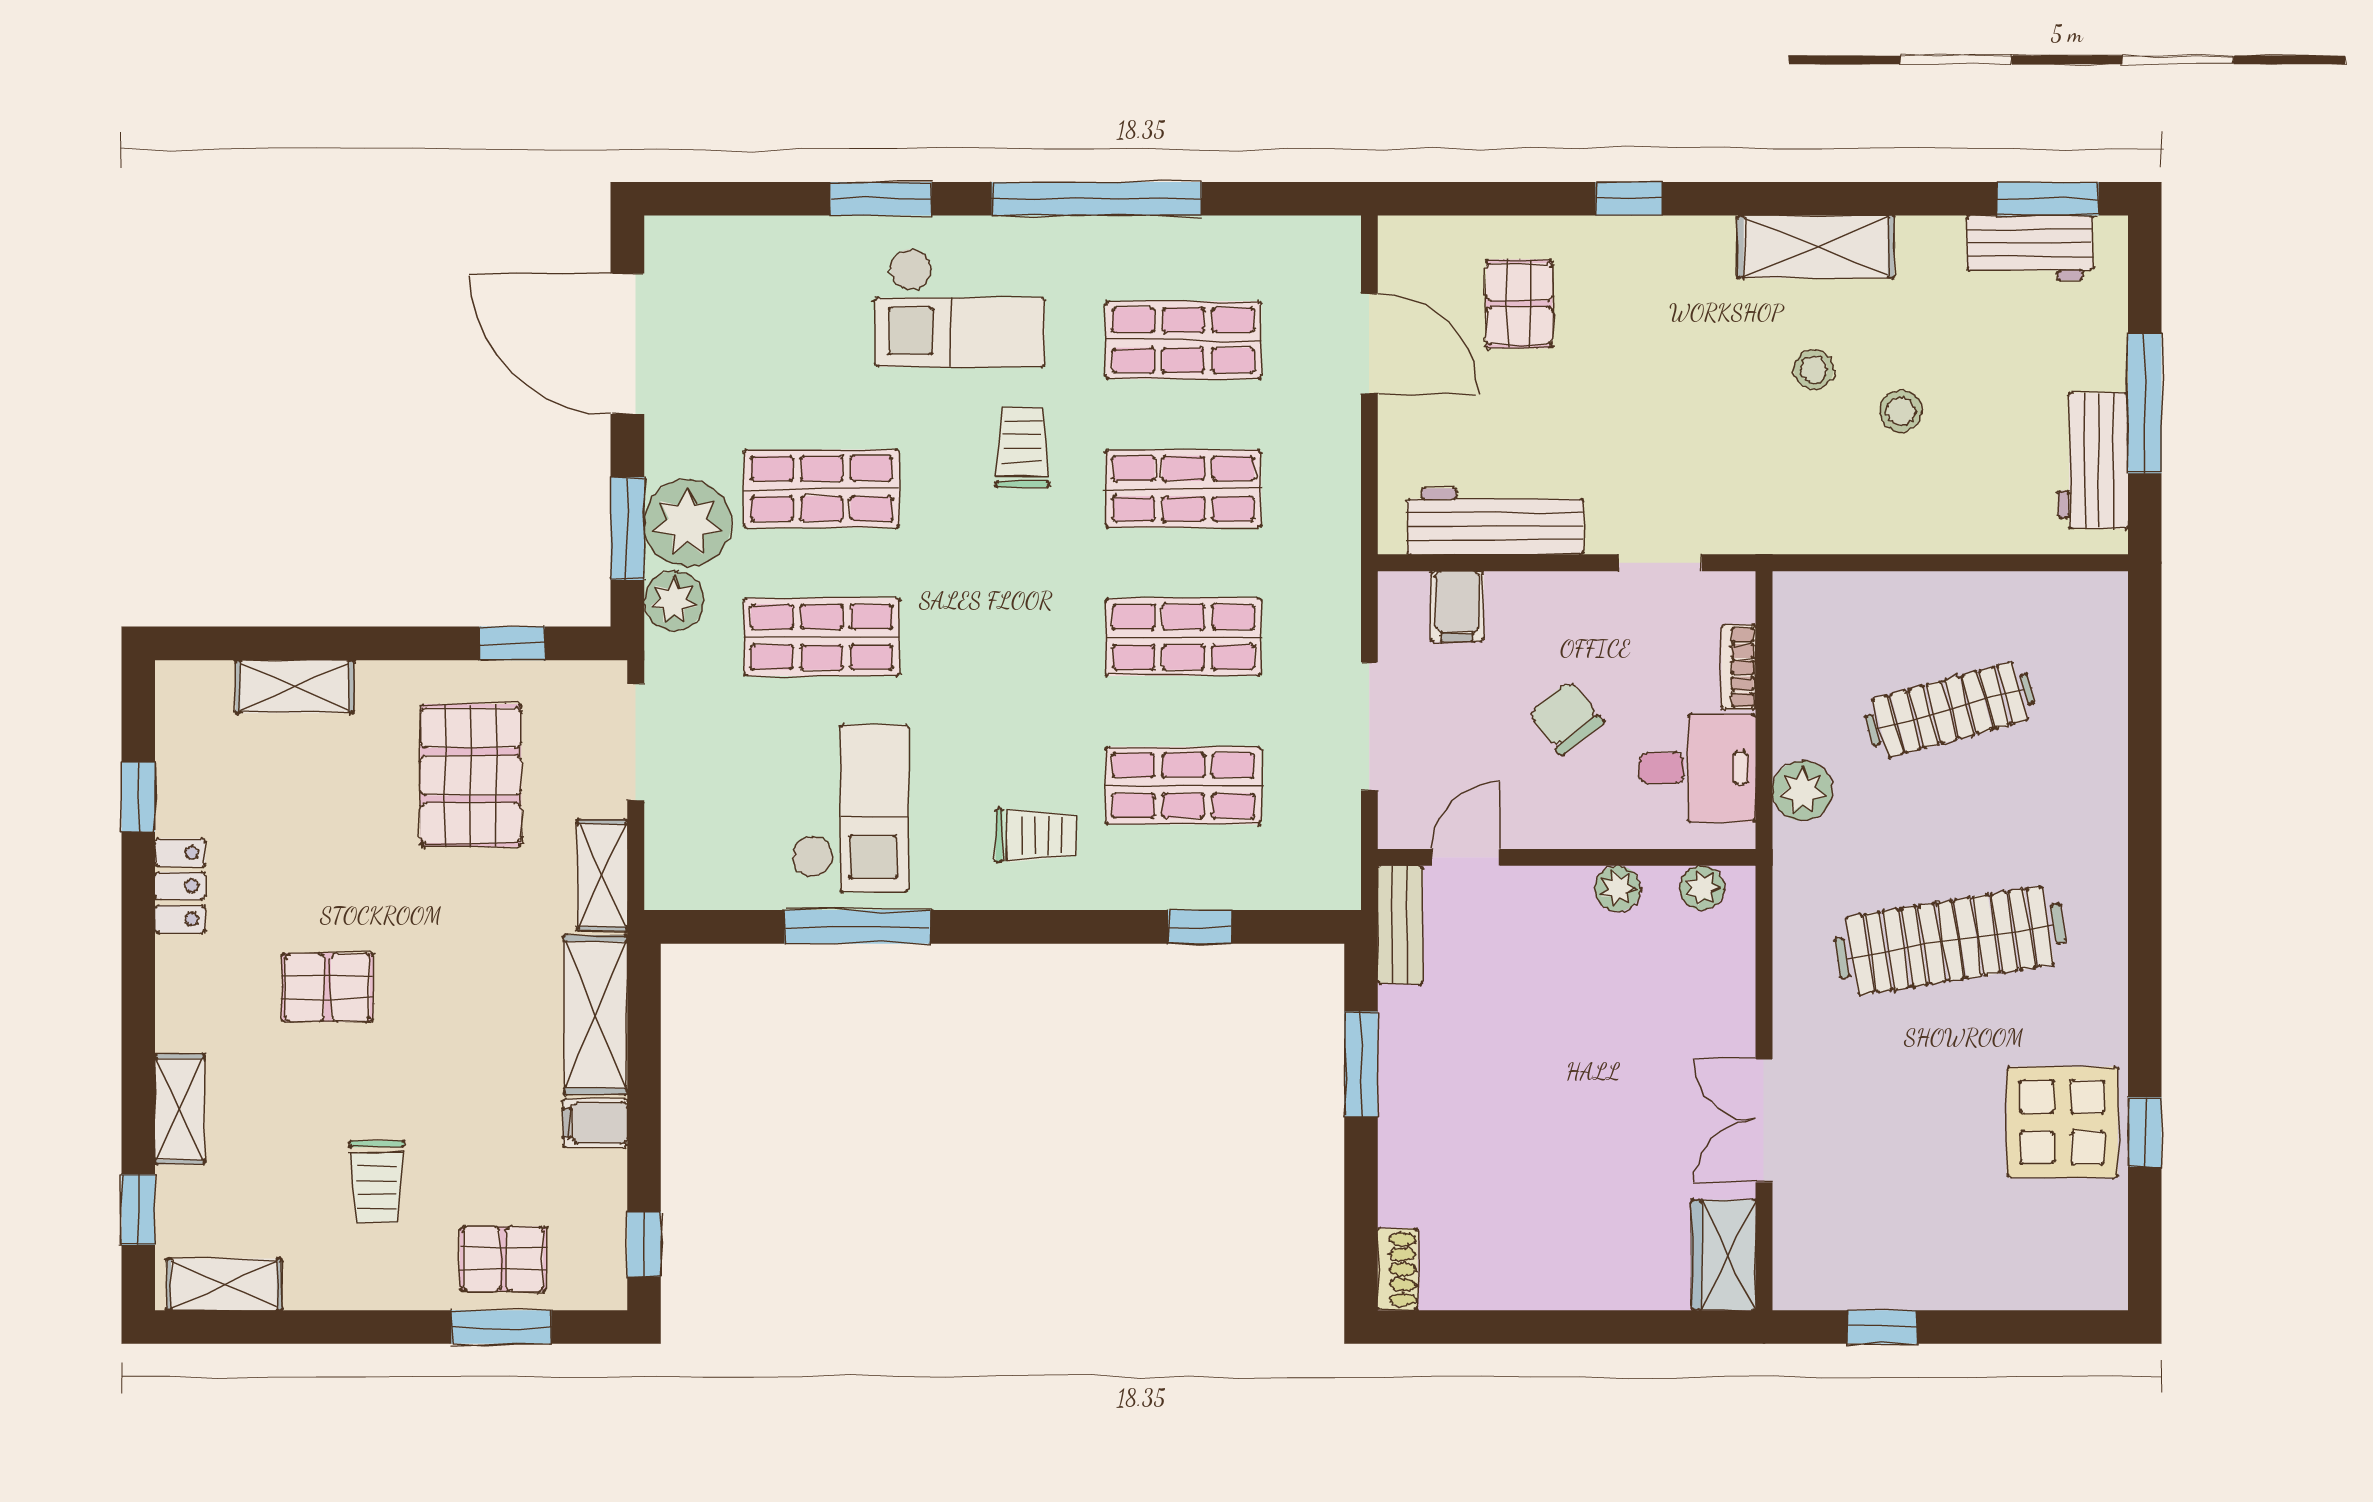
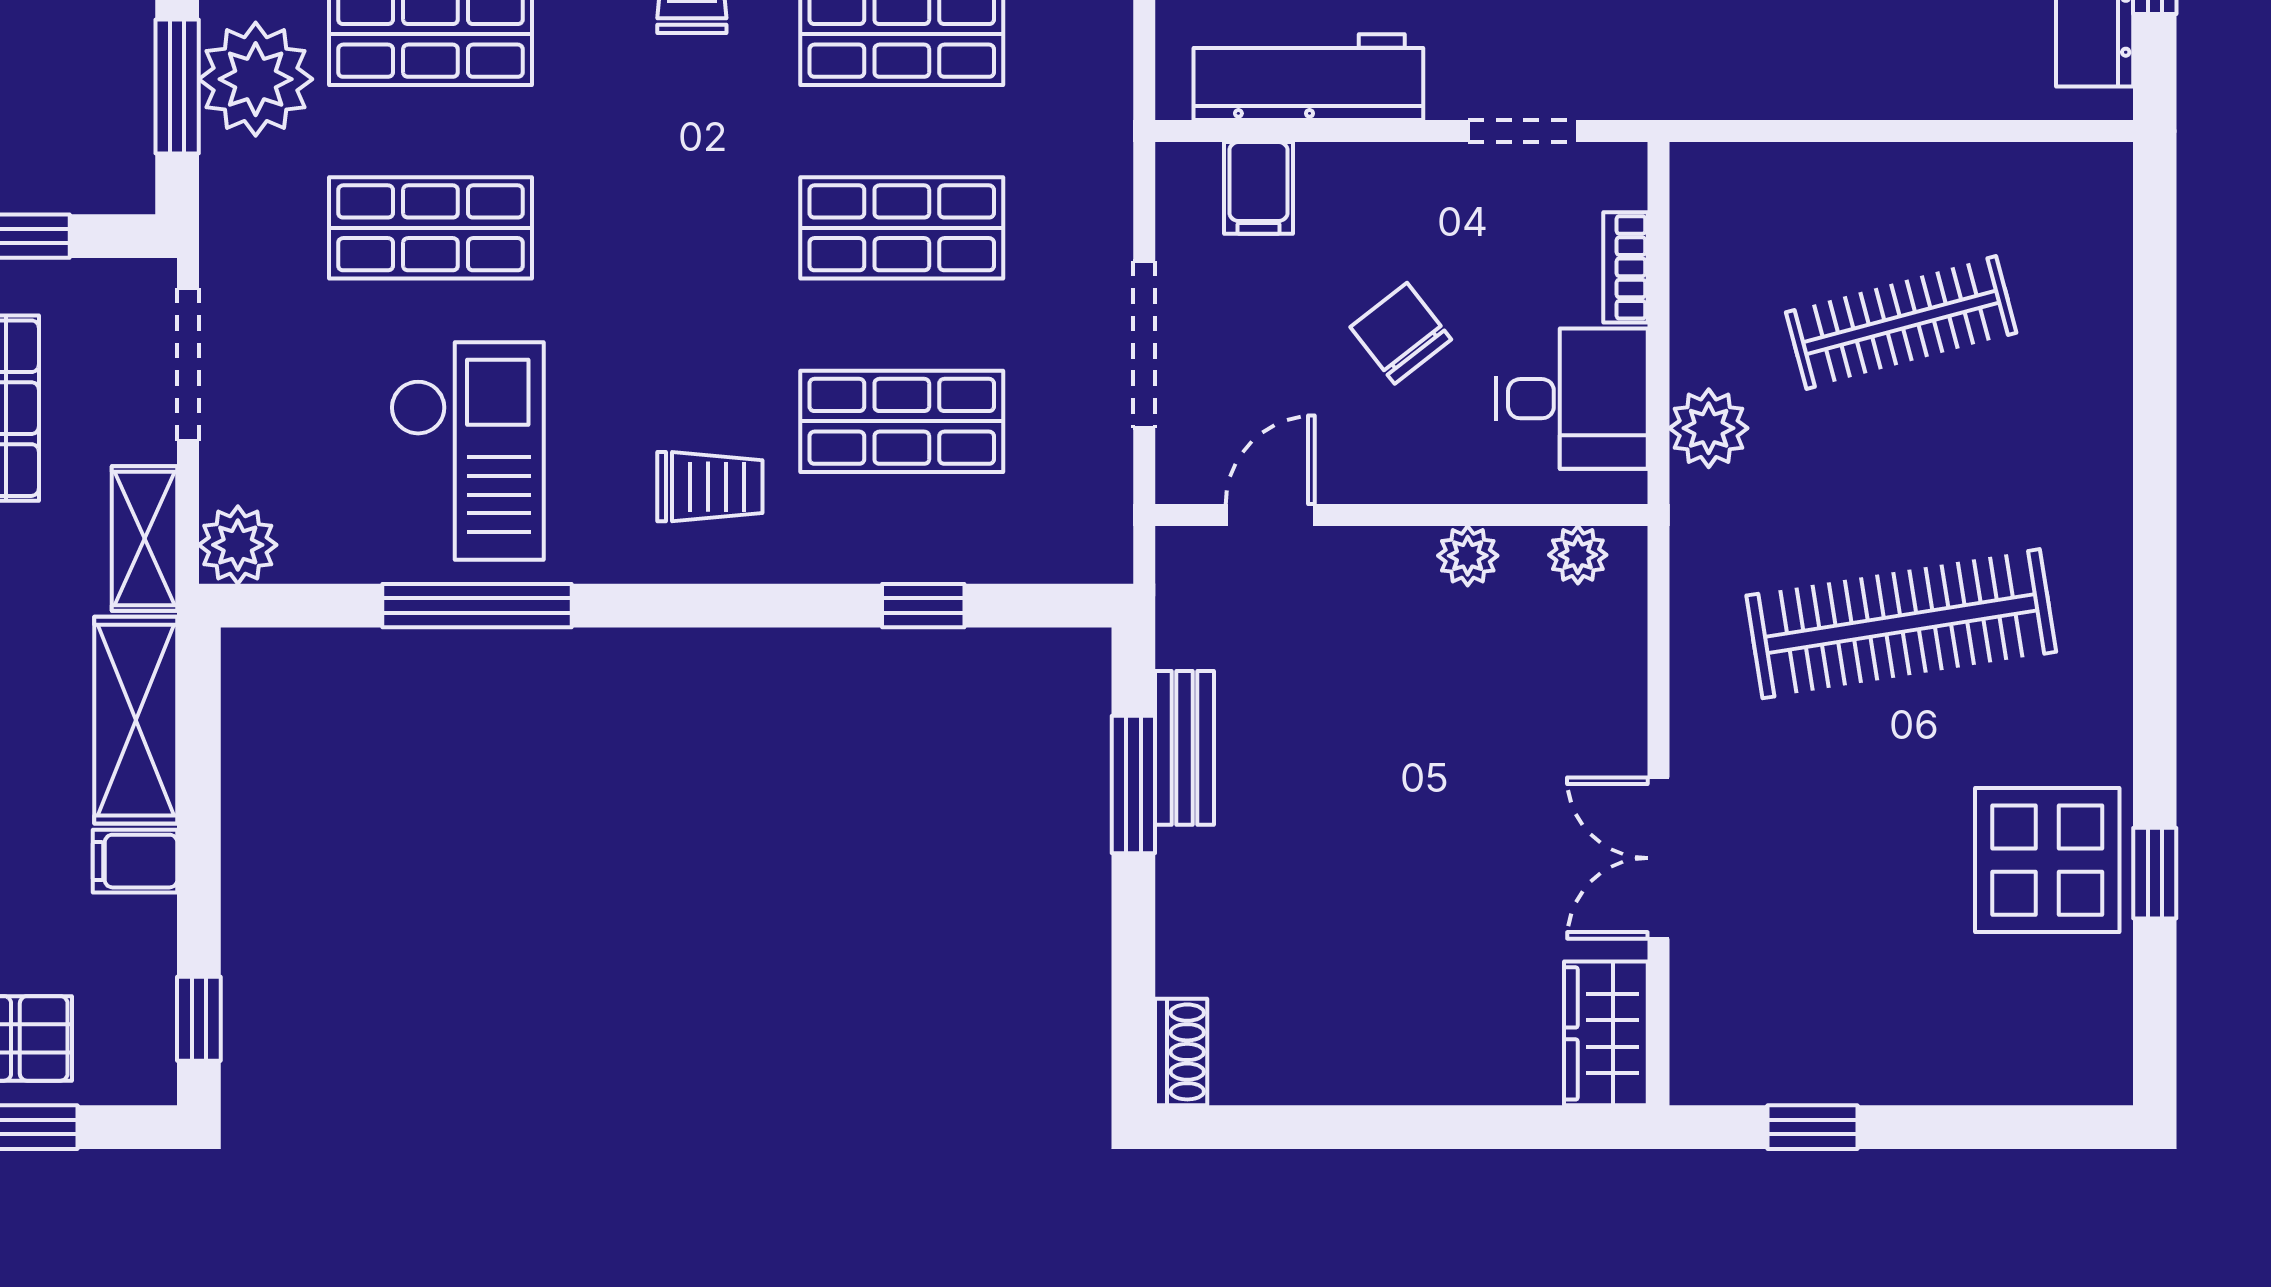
plant: (674, 601) -> (238, 545), moved
bench: (1400, 925) -> (1185, 748), moved

